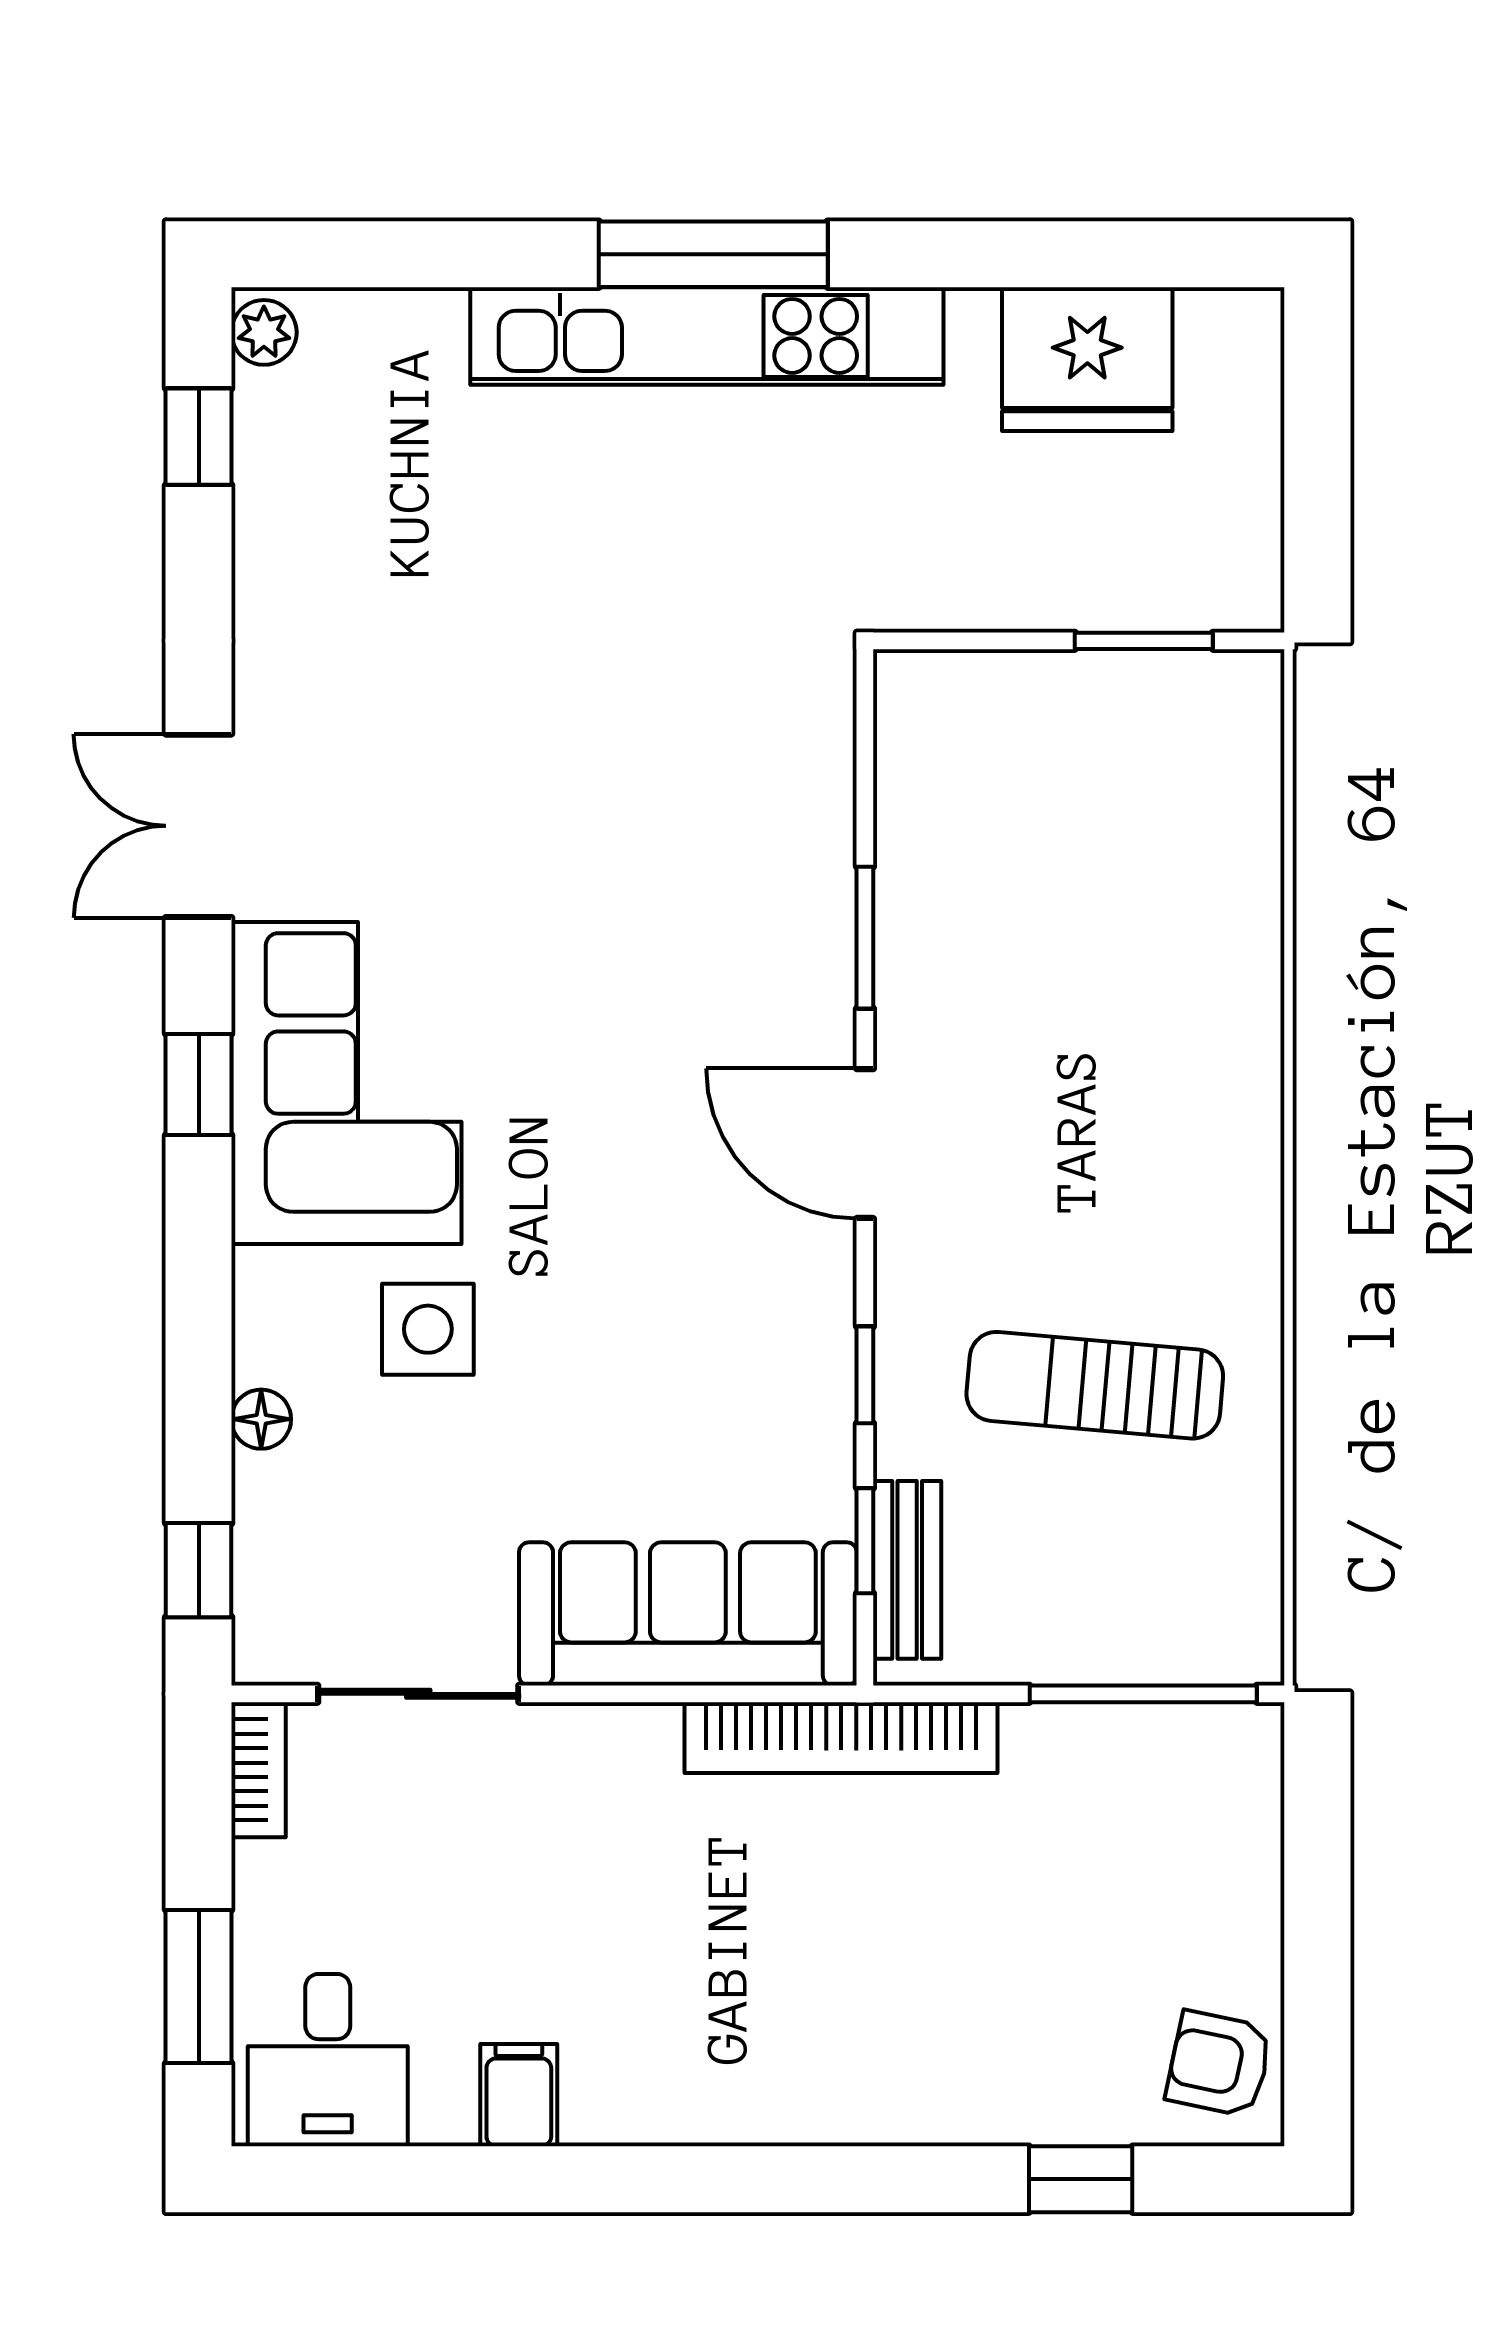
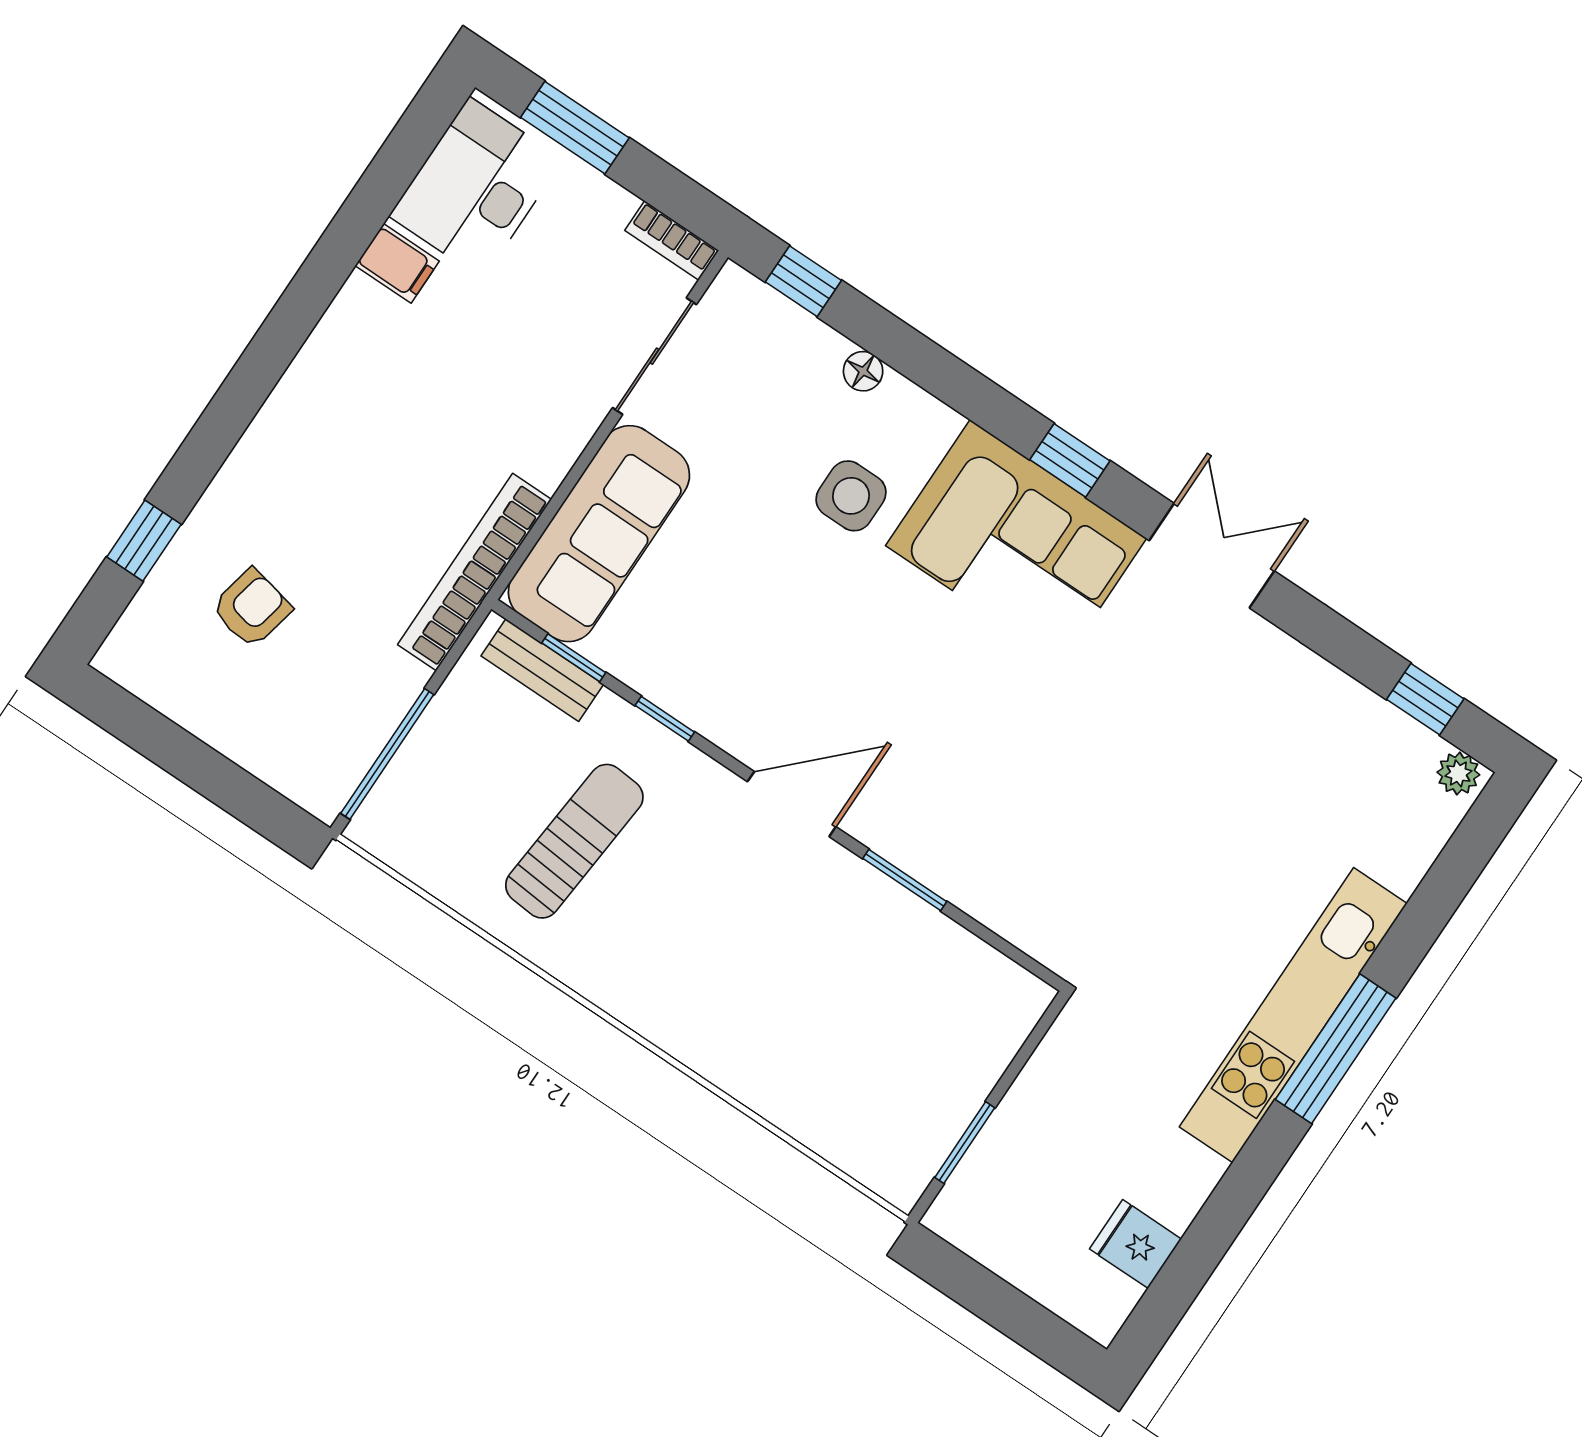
fridge: (1087, 359) -> (1135, 1244), width x0.53, depth x0.75
desk: (328, 2060) -> (476, 188), width x1.37
armchair: (1219, 2064) -> (252, 608), moved

